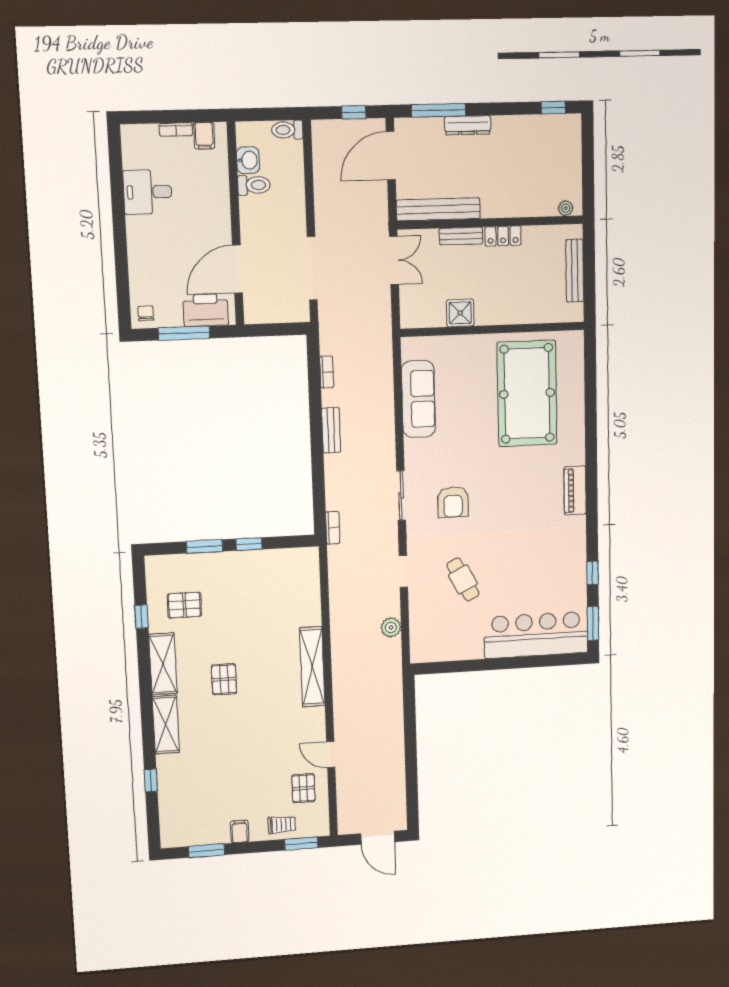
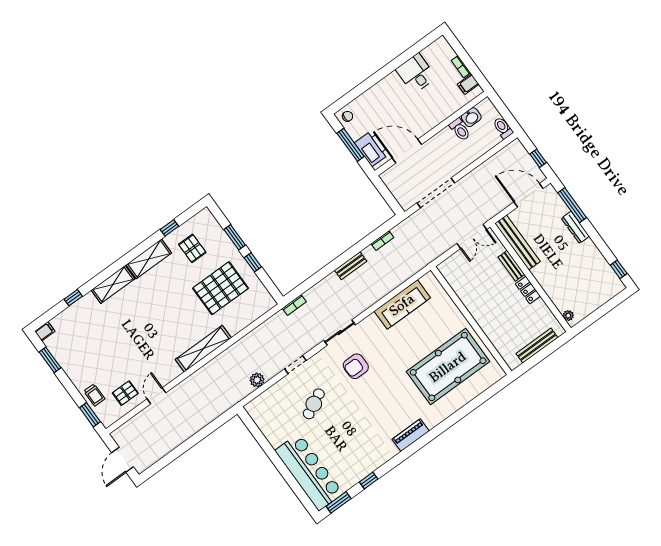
shower: (460, 313) -> (468, 295), removed
pallet: (224, 679) -> (220, 288), moved, width x2.05, depth x2.00
filing cabinet: (240, 832) -> (45, 331), moved

